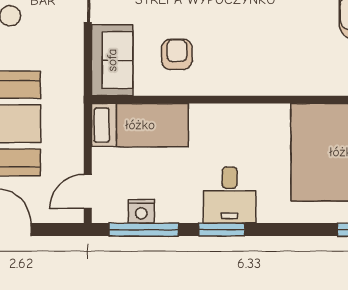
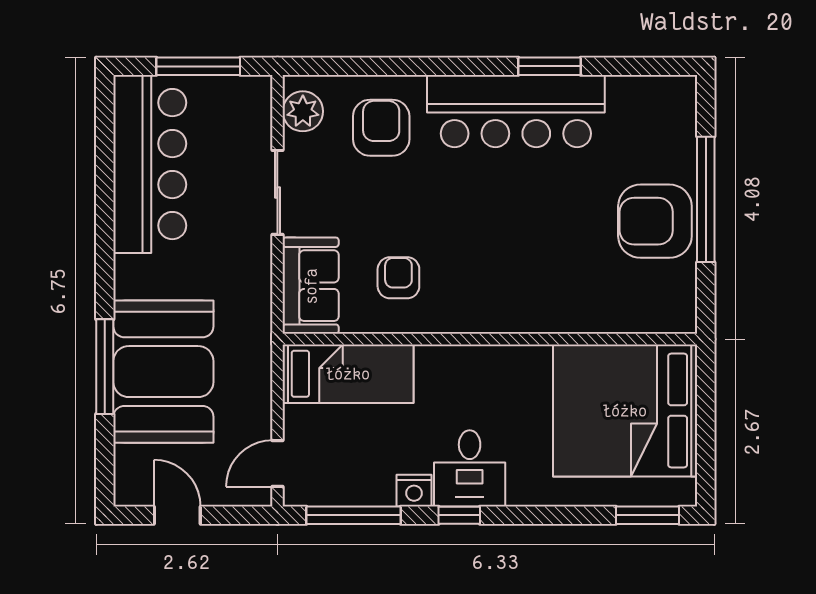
nightstand: (141, 211) -> (414, 491), moved
window: (222, 230) -> (459, 515), width x0.67

